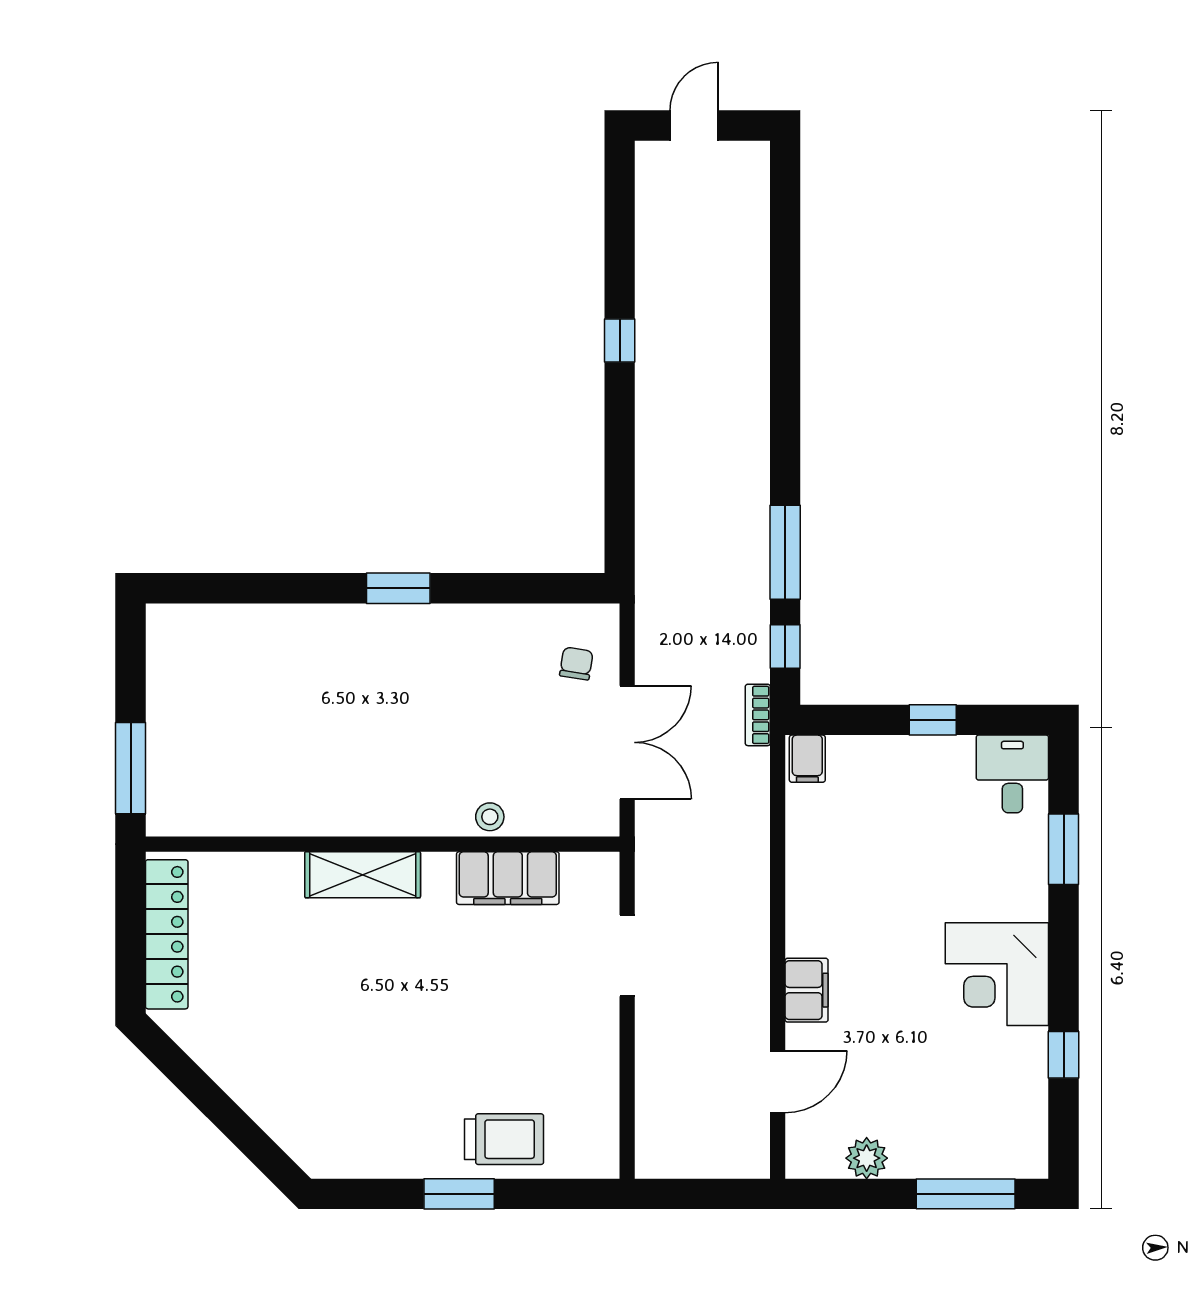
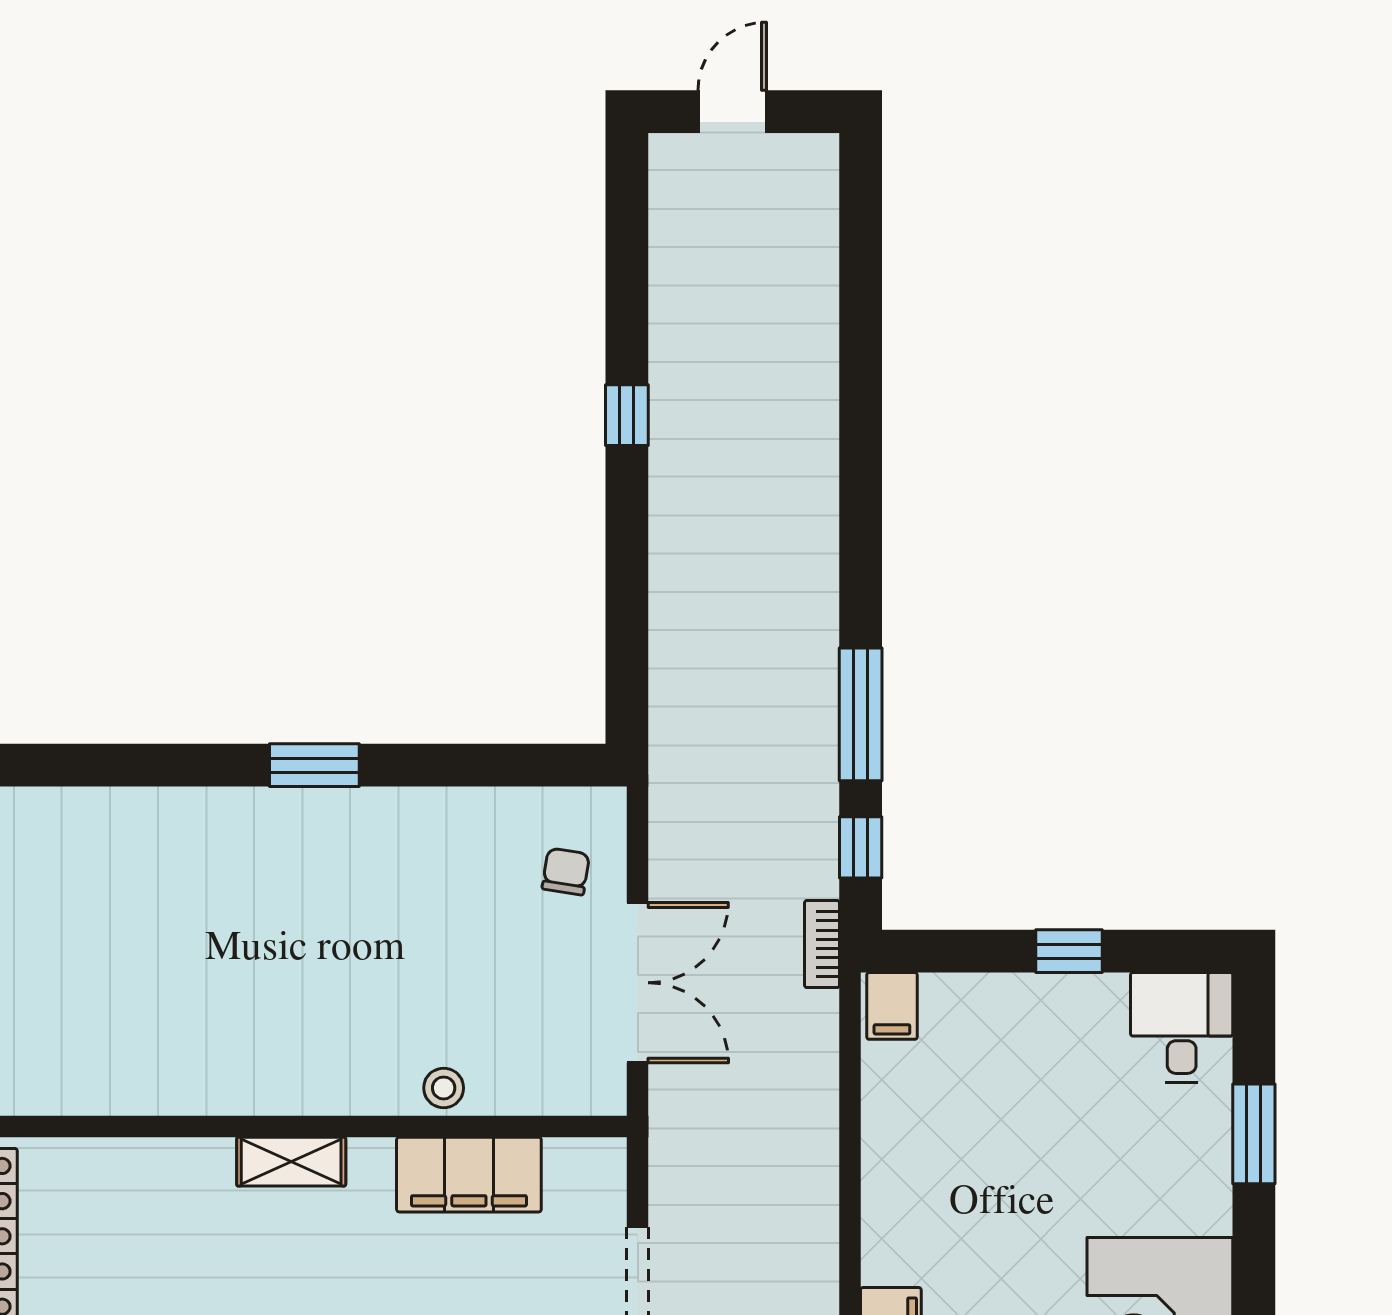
shelving: (363, 875) -> (291, 1162), width x0.67, depth x0.75

